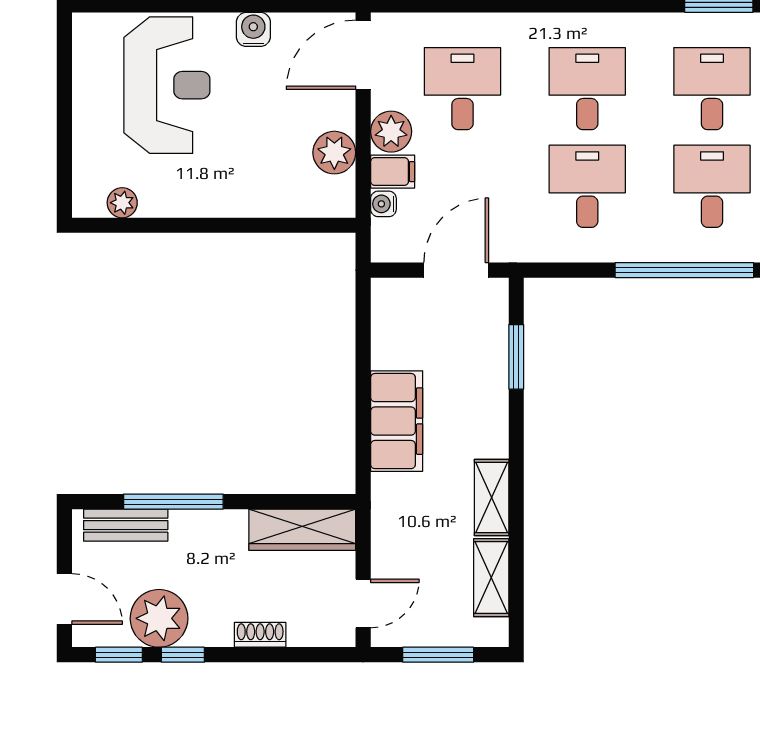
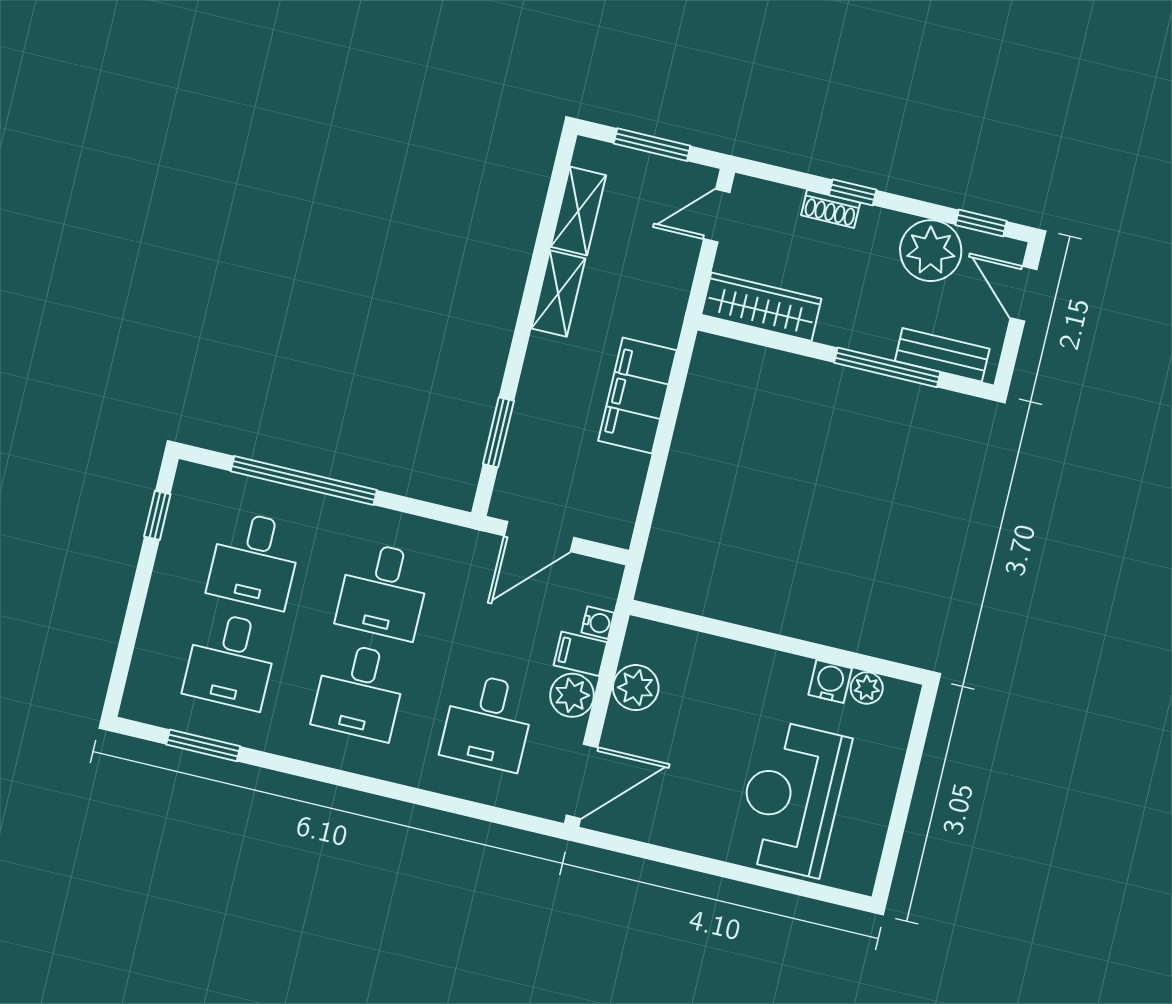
water cooler: (253, 29) -> (830, 681), moved, turned 180
window: (183, 655) -> (853, 192), moved

